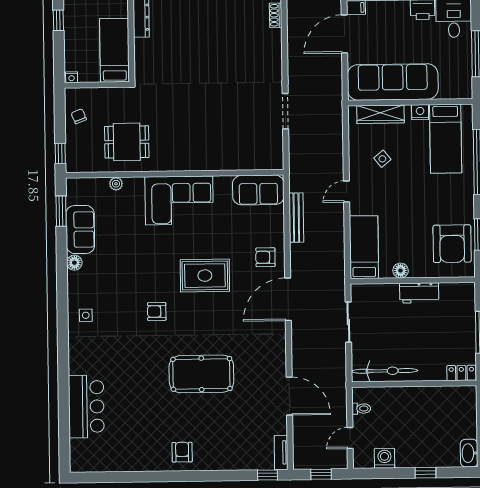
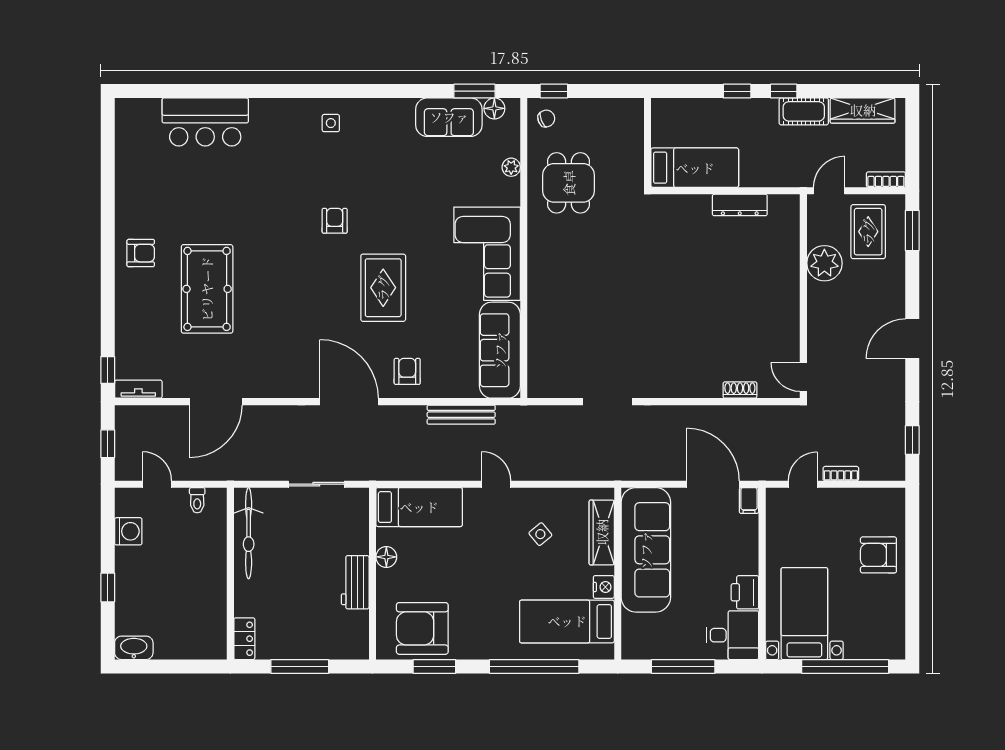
nightstand: (72, 77) -> (658, 108), removed
chair: (79, 116) -> (546, 119), moved
sofa: (258, 190) -> (500, 350), width x1.36
floor lamp: (74, 263) -> (494, 108), moved
pool table: (201, 374) -> (207, 289), moved

